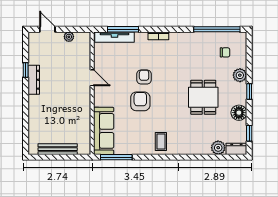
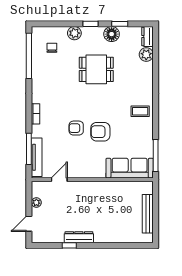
door: (92, 78) -> (59, 180), moved
window: (249, 133) -> (120, 24), moved

